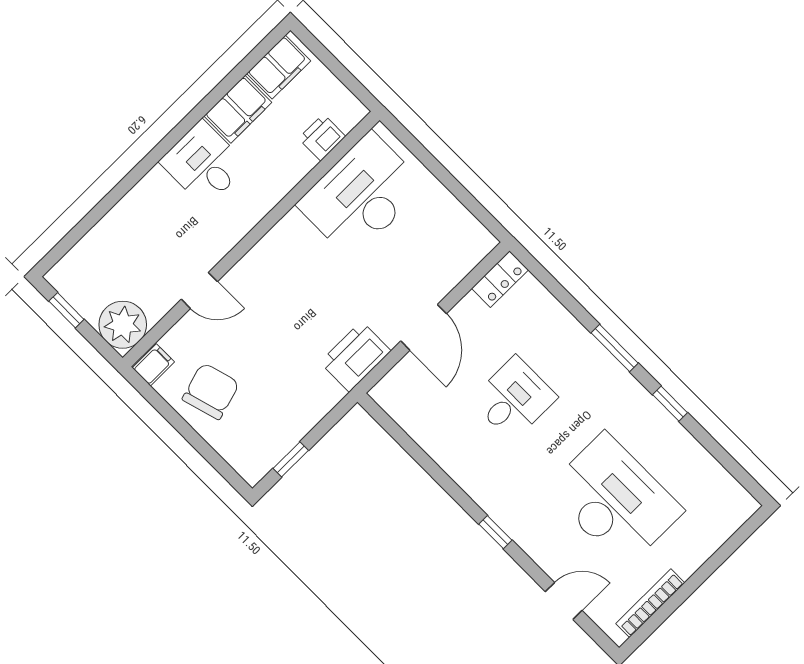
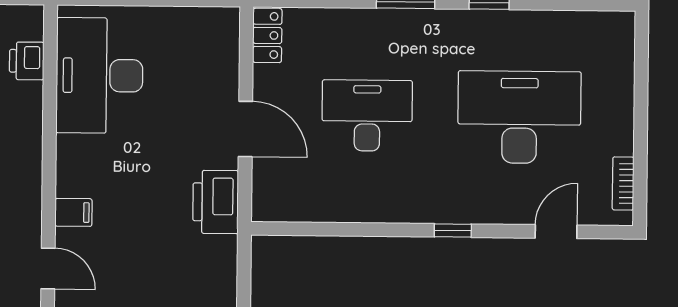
filing cabinet: (253, 270) -> (73, 212), added
door: (199, 290) -> (48, 268), hinge flipped
desk: (514, 399) -> (367, 116), width x1.37
bookcase: (650, 603) -> (623, 183), width x0.64

